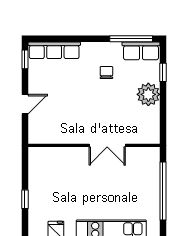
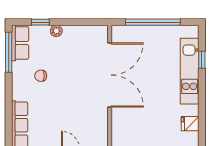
plant: (148, 94) -> (56, 31), width x0.53, depth x0.53
double door: (107, 145) -> (110, 75), width x1.87

